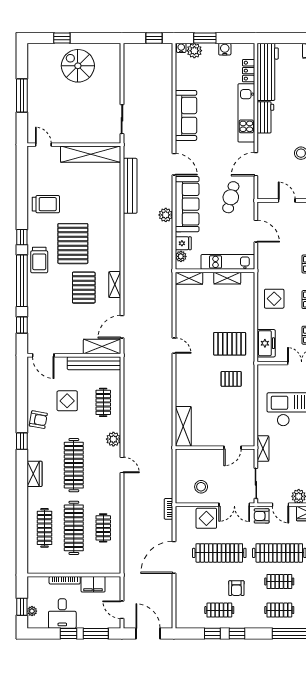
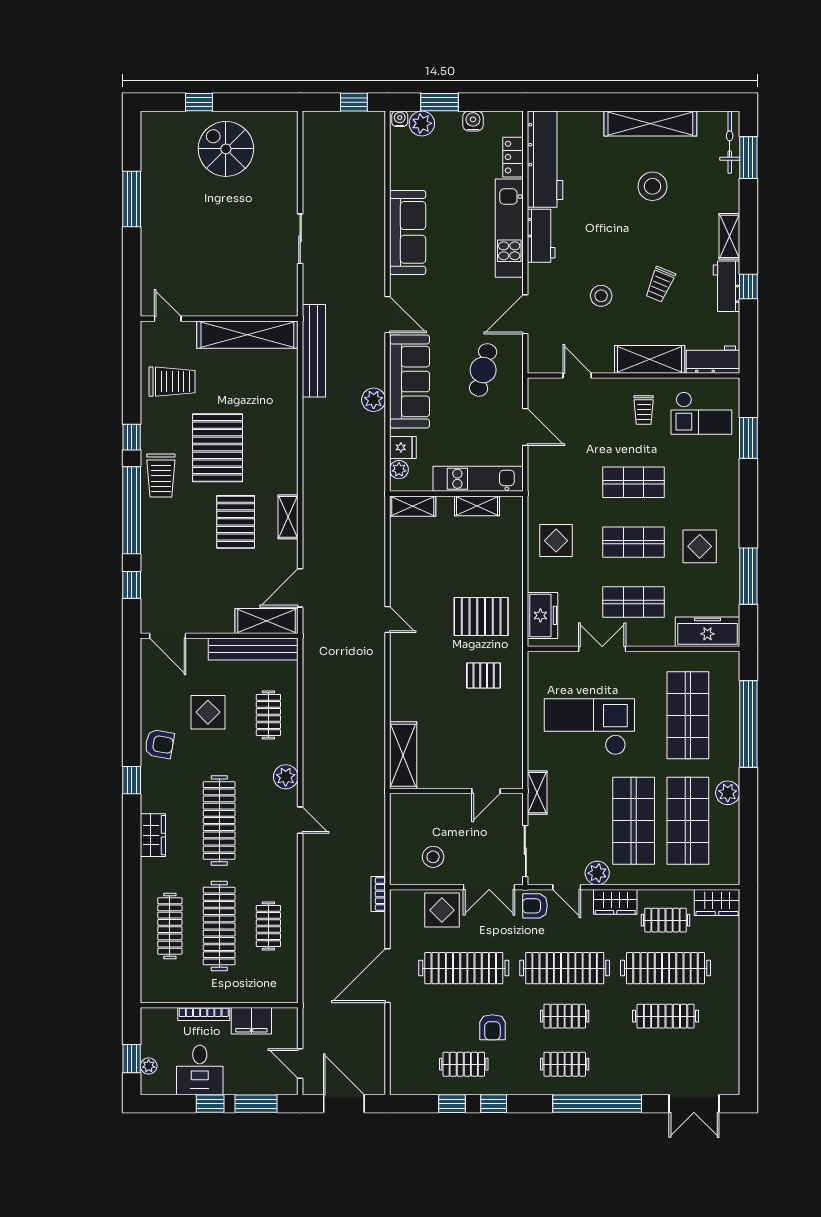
door: (43, 145) -> (168, 319), moved
wall: (74, 145) -> (219, 319), moved
shelving: (91, 154) -> (247, 335), moved

